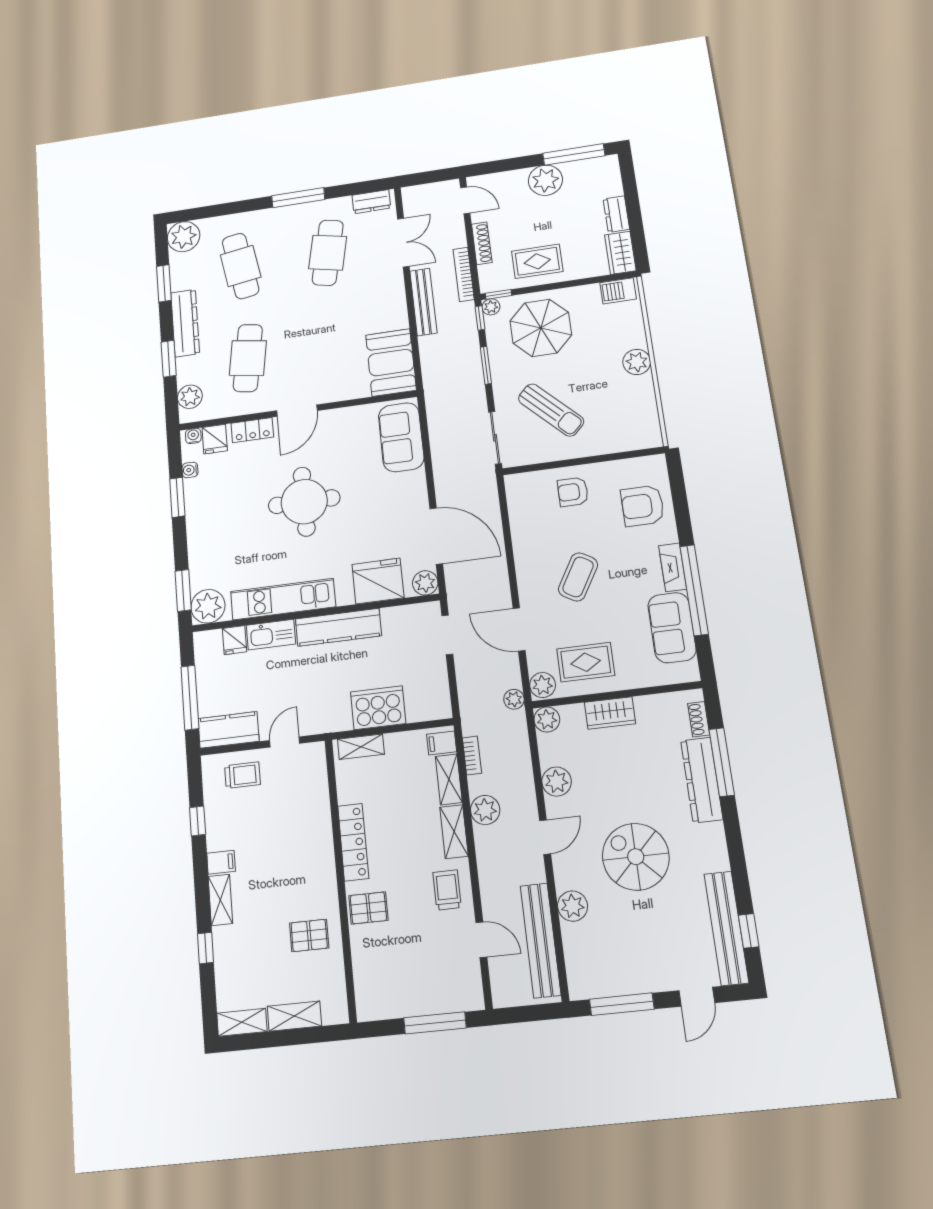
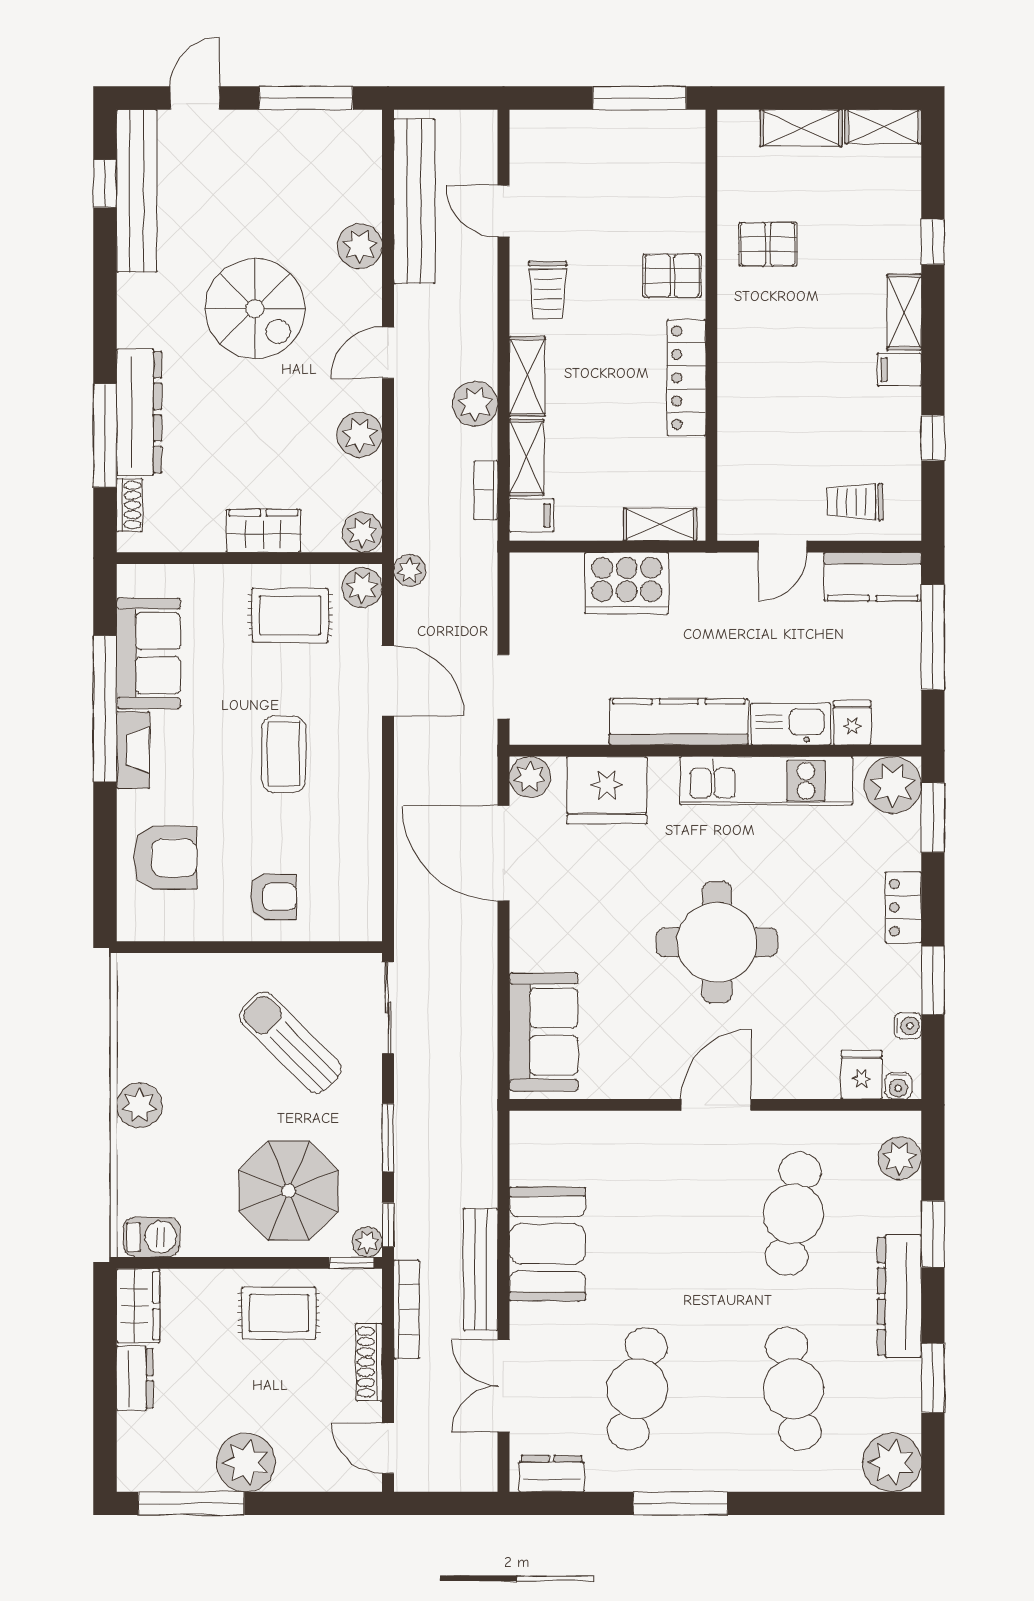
booth: (391, 363) -> (547, 1244), moved
locker: (252, 430) -> (903, 907), moved, turned -90
coffee table: (578, 577) -> (284, 754), turned -30
window: (435, 1023) -> (640, 98), moved

